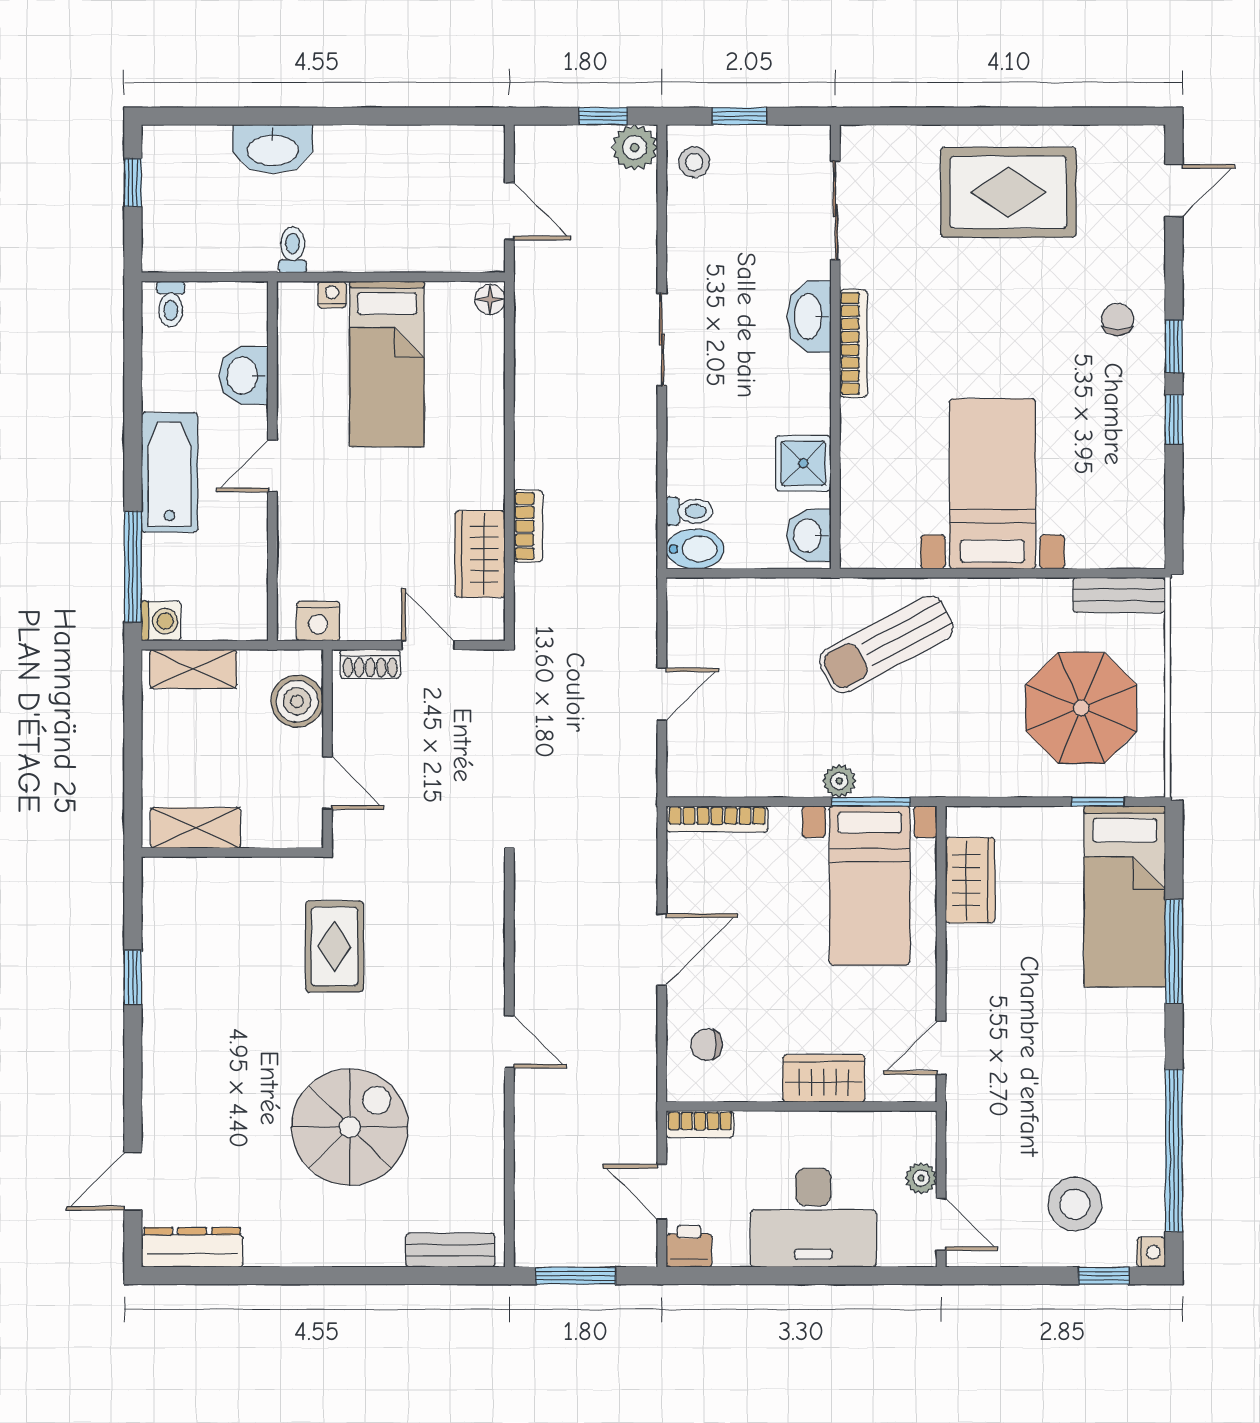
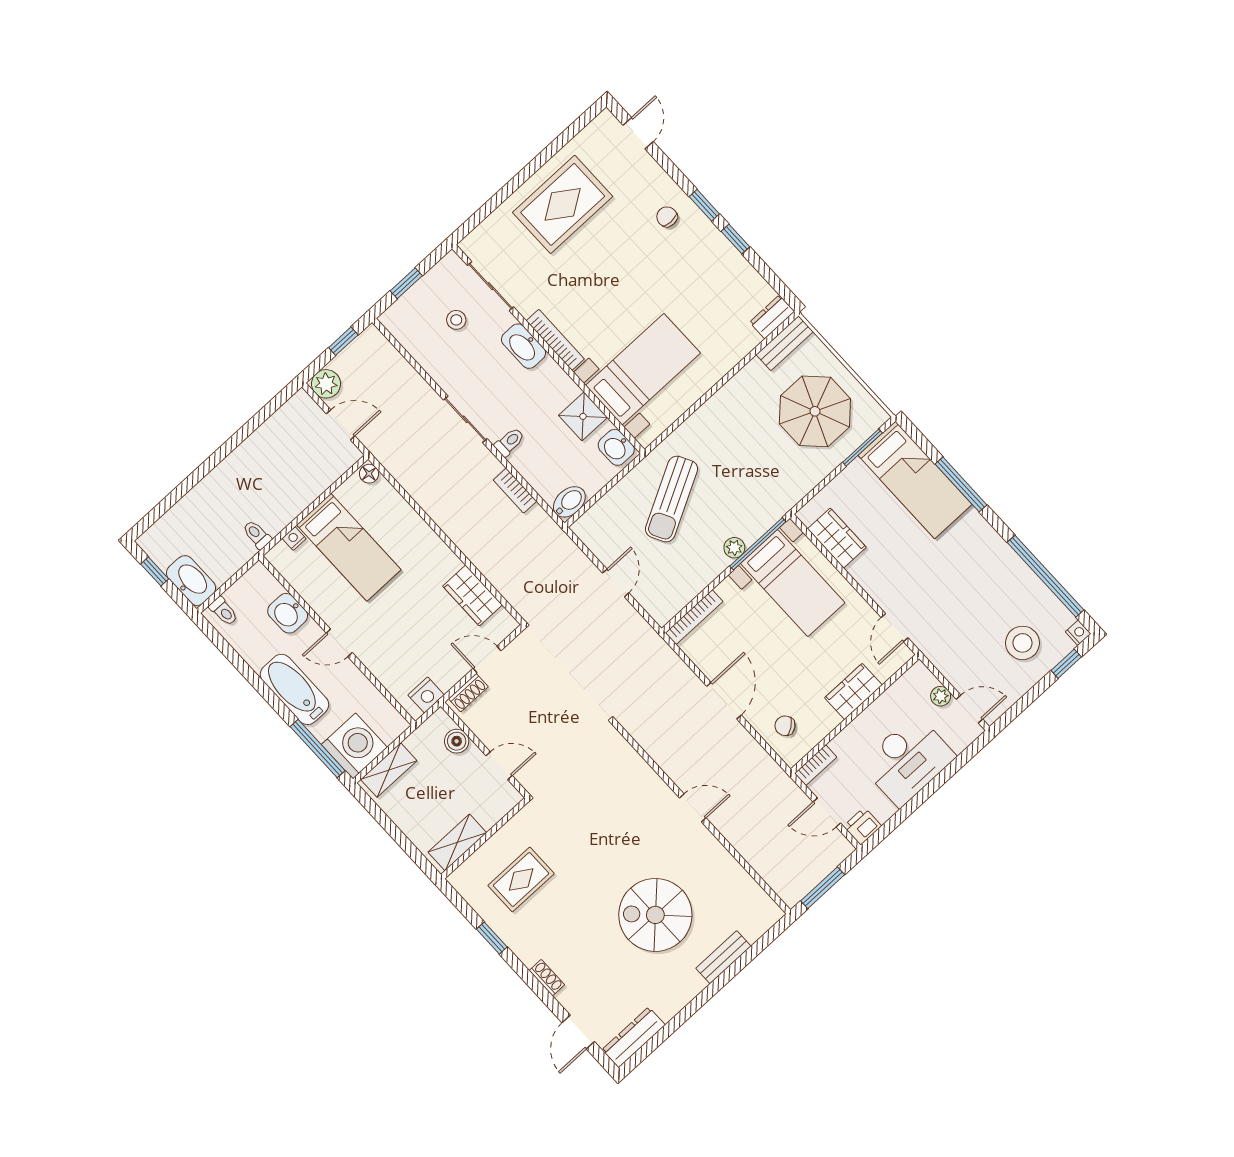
plant: (635, 147) -> (326, 384), moved
washbasin: (273, 149) -> (191, 581), moved, turned -90
stool: (694, 162) -> (456, 320), moved
door: (272, 466) -> (339, 643), hinge flipped
bed with nightstands: (993, 484) -> (643, 369), moved, turned 90
toilet: (689, 511) -> (509, 442), moved
bookcase: (528, 526) -> (515, 491), moved, turned 180
dresser: (1133, 551) -> (772, 317), added
washing machine: (161, 621) -> (354, 746), width x1.89, depth x1.89
sun lounger: (886, 644) -> (672, 499), moved
boiler: (297, 701) -> (457, 741), width x0.73, depth x0.73
window: (871, 802) -> (758, 544), width x1.44
window: (1098, 802) -> (862, 448), width x1.50
rug: (334, 946) -> (521, 880), moved, turned 90
chair: (706, 1045) -> (785, 726), turned 53
shoe rack: (155, 1083) -> (547, 978), added
spiral stairs: (350, 1127) -> (655, 915), turned -90
bench: (450, 1250) -> (723, 957), moved

